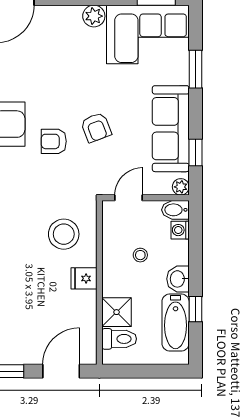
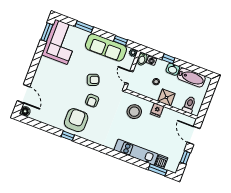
plant: (94, 16) -> (44, 62), removed
window: (196, 309) -> (168, 59), moved
shower: (117, 312) -> (166, 97), moved

